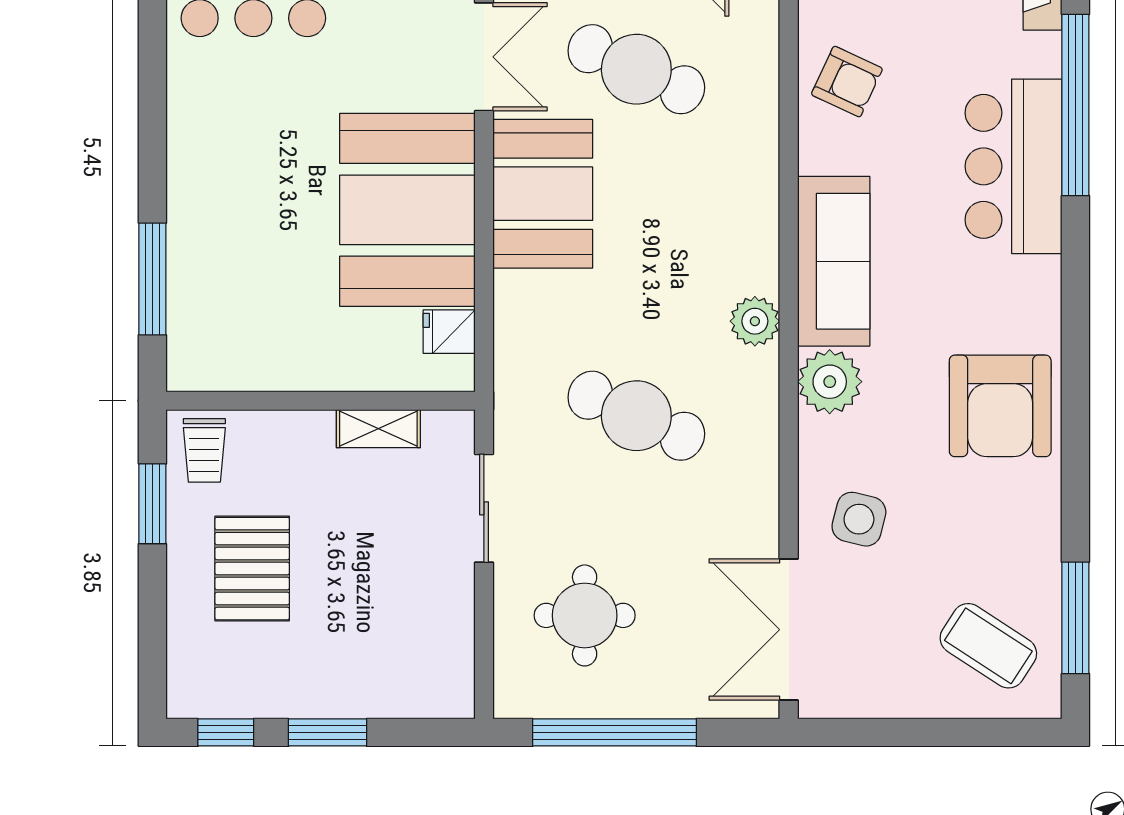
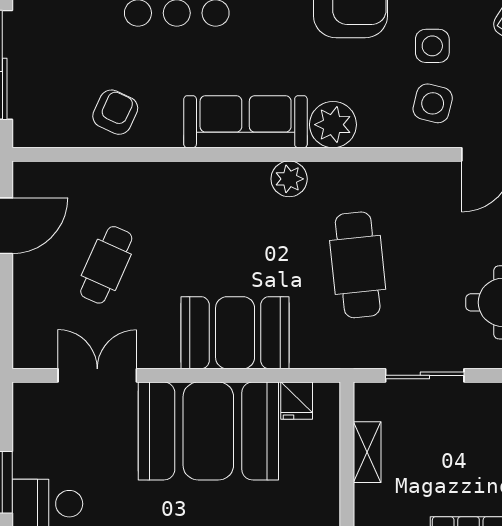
cafe table: (636, 69) -> (106, 265), width x0.73, depth x0.74
booth: (543, 194) -> (235, 333), moved
cafe table: (636, 416) -> (358, 265), turned -30
side table: (938, 519) -> (432, 46), added

